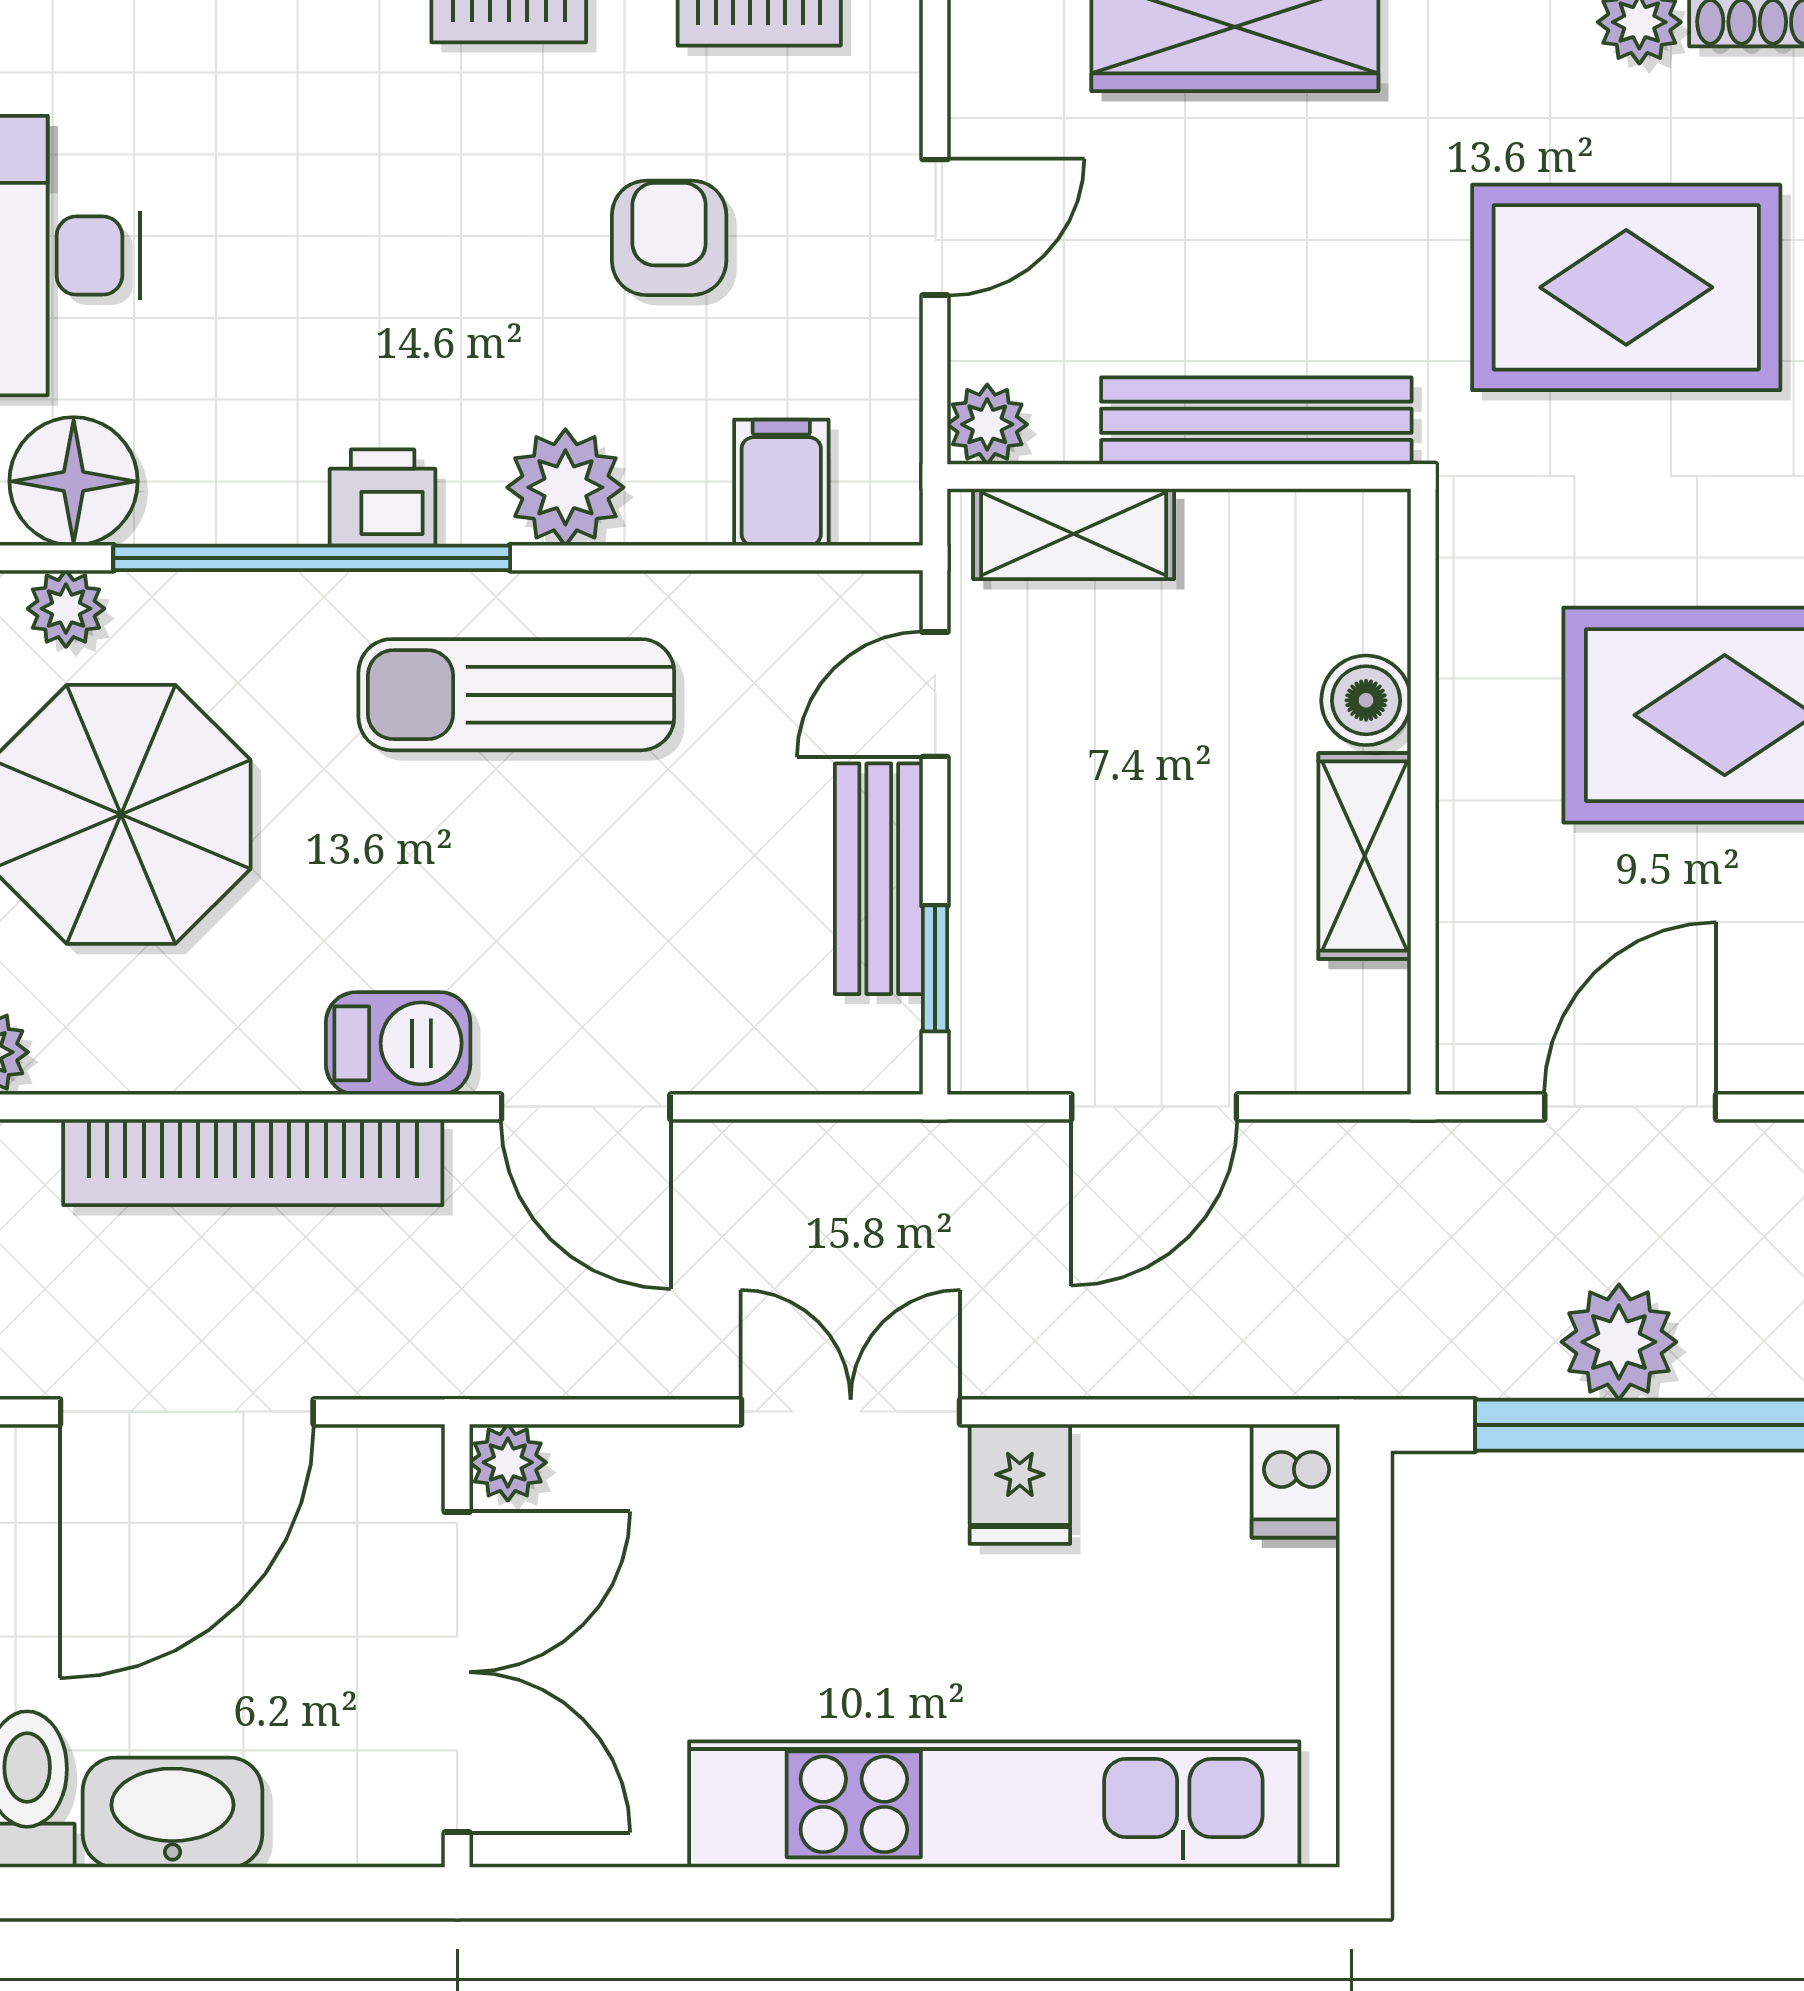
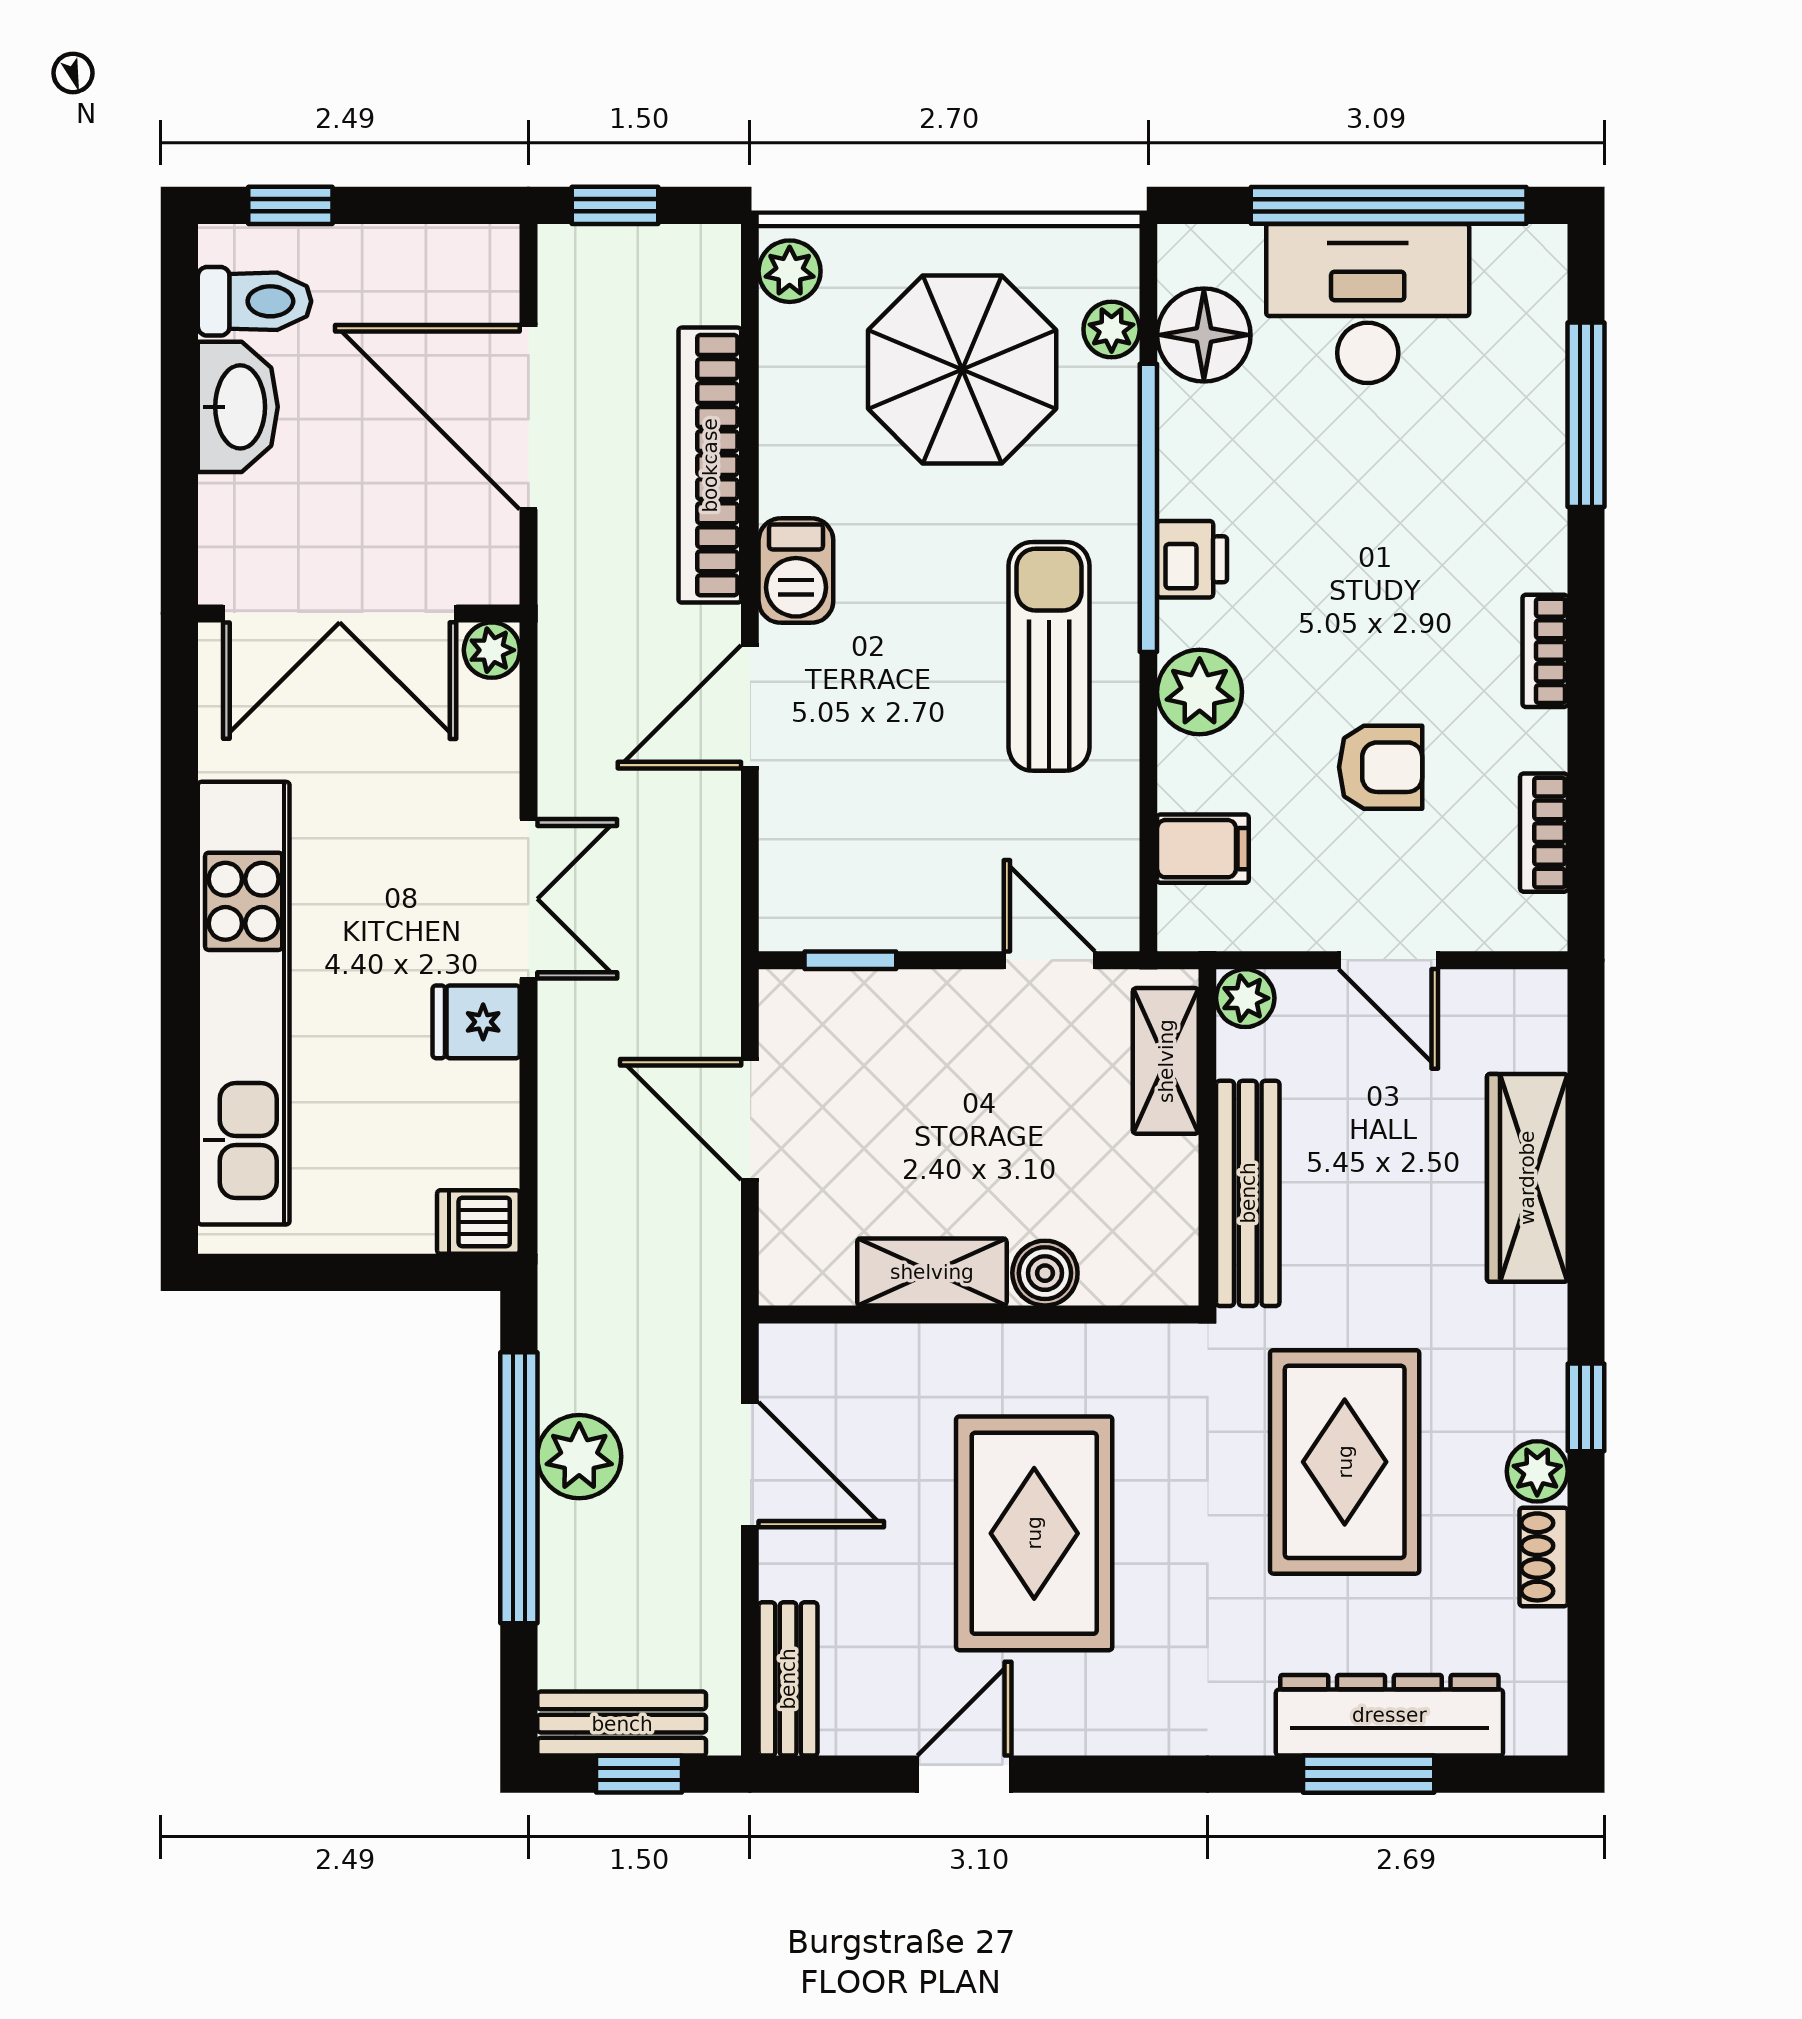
bench: (879, 879) -> (915, 919), removed

